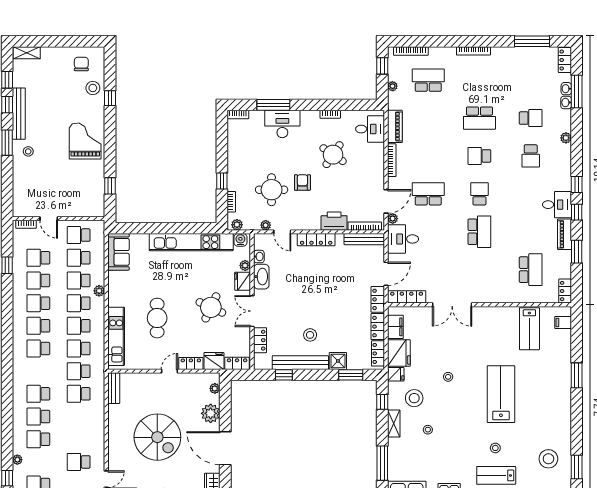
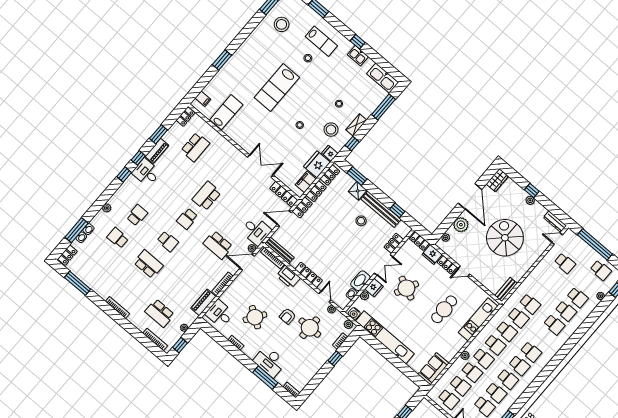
school desk: (531, 270) -> (195, 147), turned 180

